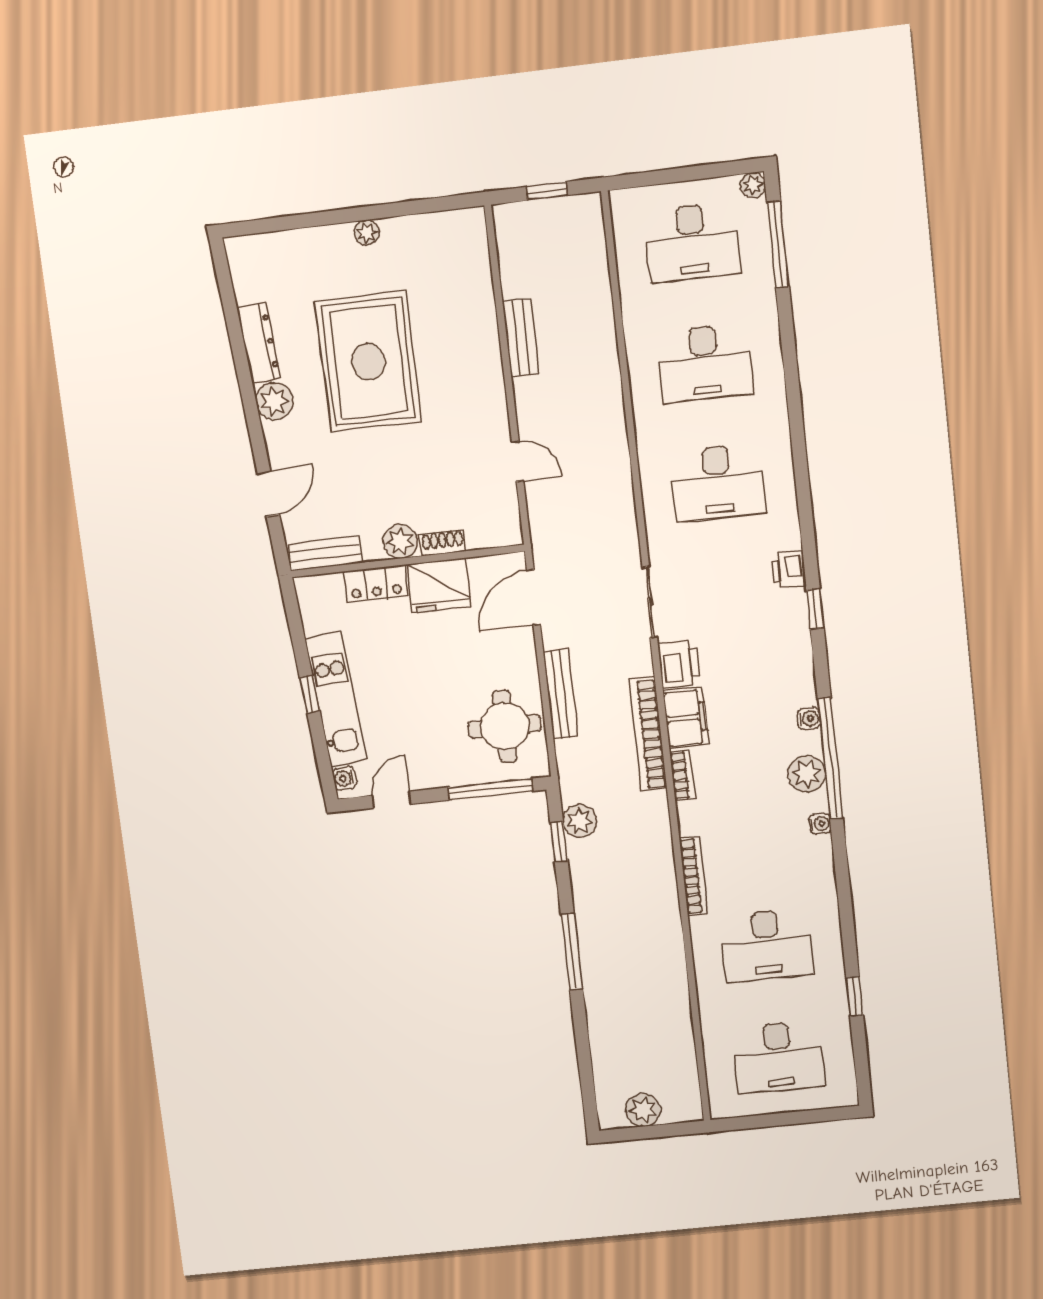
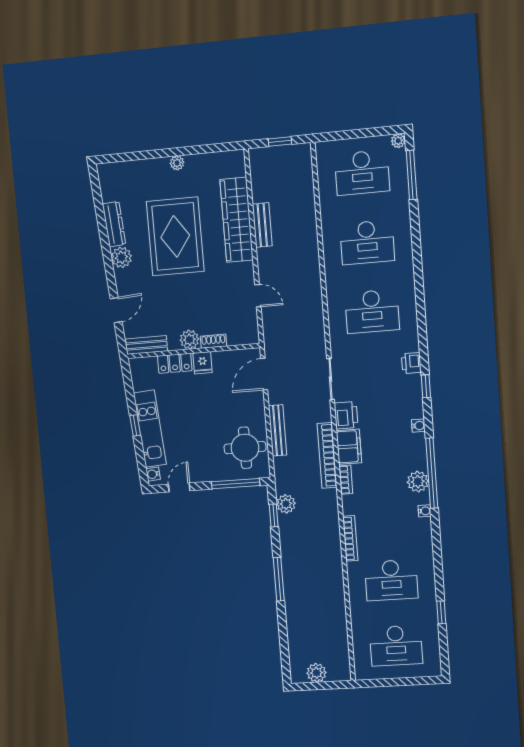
wardrobe: (476, 330) -> (237, 220), added
fridge: (439, 586) -> (203, 363), width x0.53, depth x0.75
water cooler: (809, 719) -> (418, 426), moved

